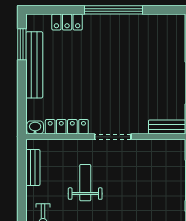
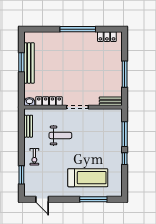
locker: (67, 22) -> (107, 37), moved
window: (22, 44) -> (21, 62), moved
weight bench: (85, 183) -> (60, 135), turned 90

